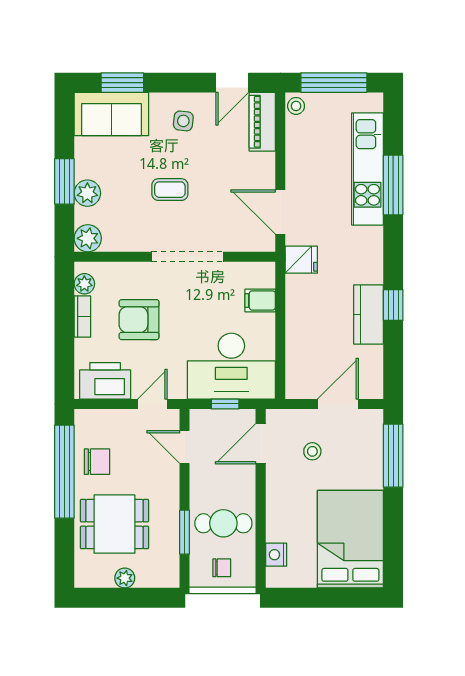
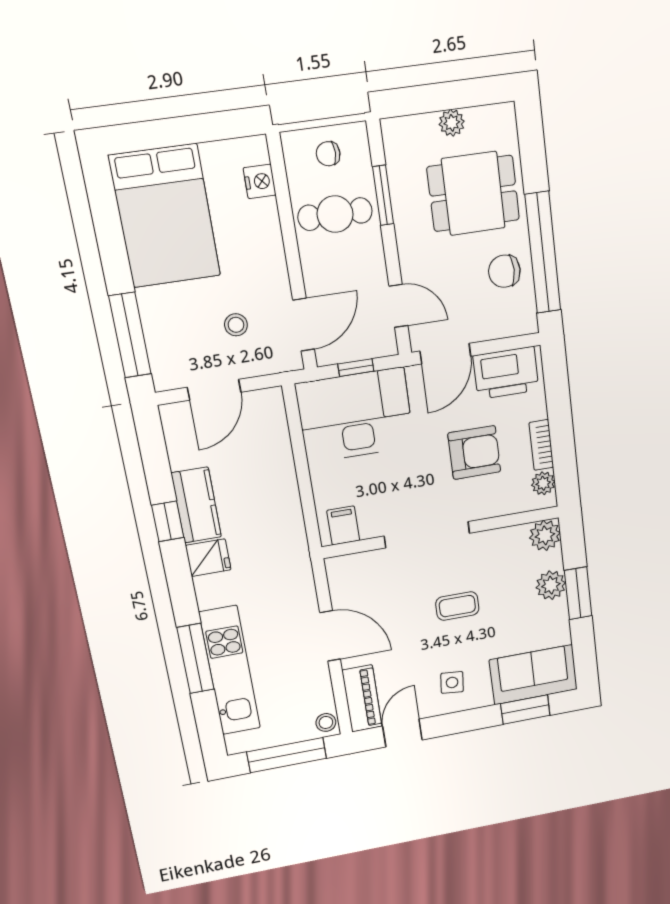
door: (280, 212) -> (330, 636), moved
fridge: (301, 260) -> (208, 558), moved, turned 180
filing cabinet: (260, 300) -> (343, 525), moved, turned -90
door: (152, 404) -> (445, 354), width x1.38

